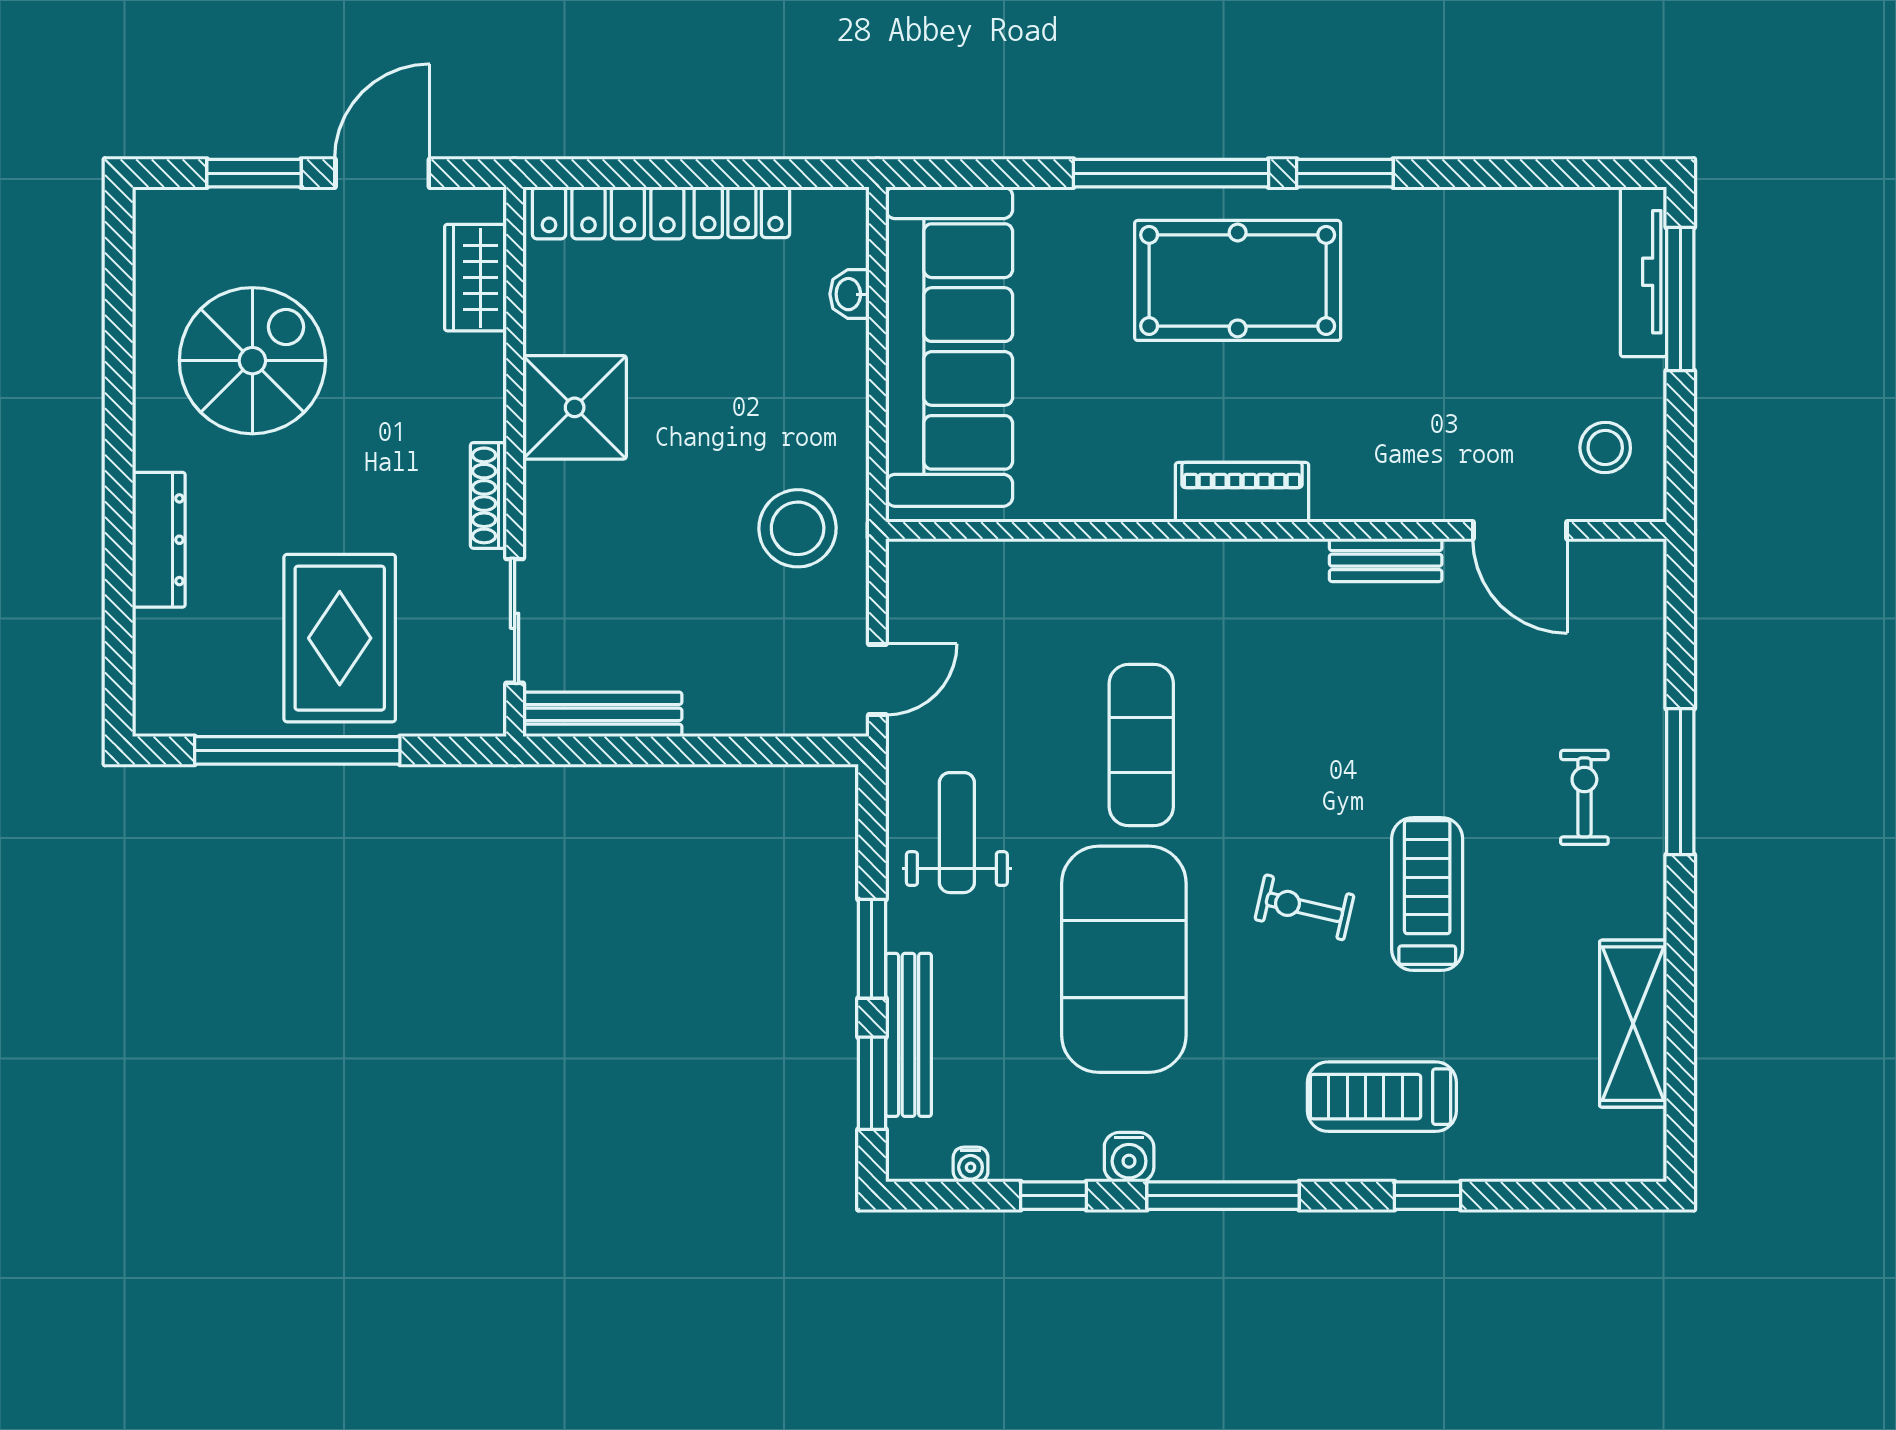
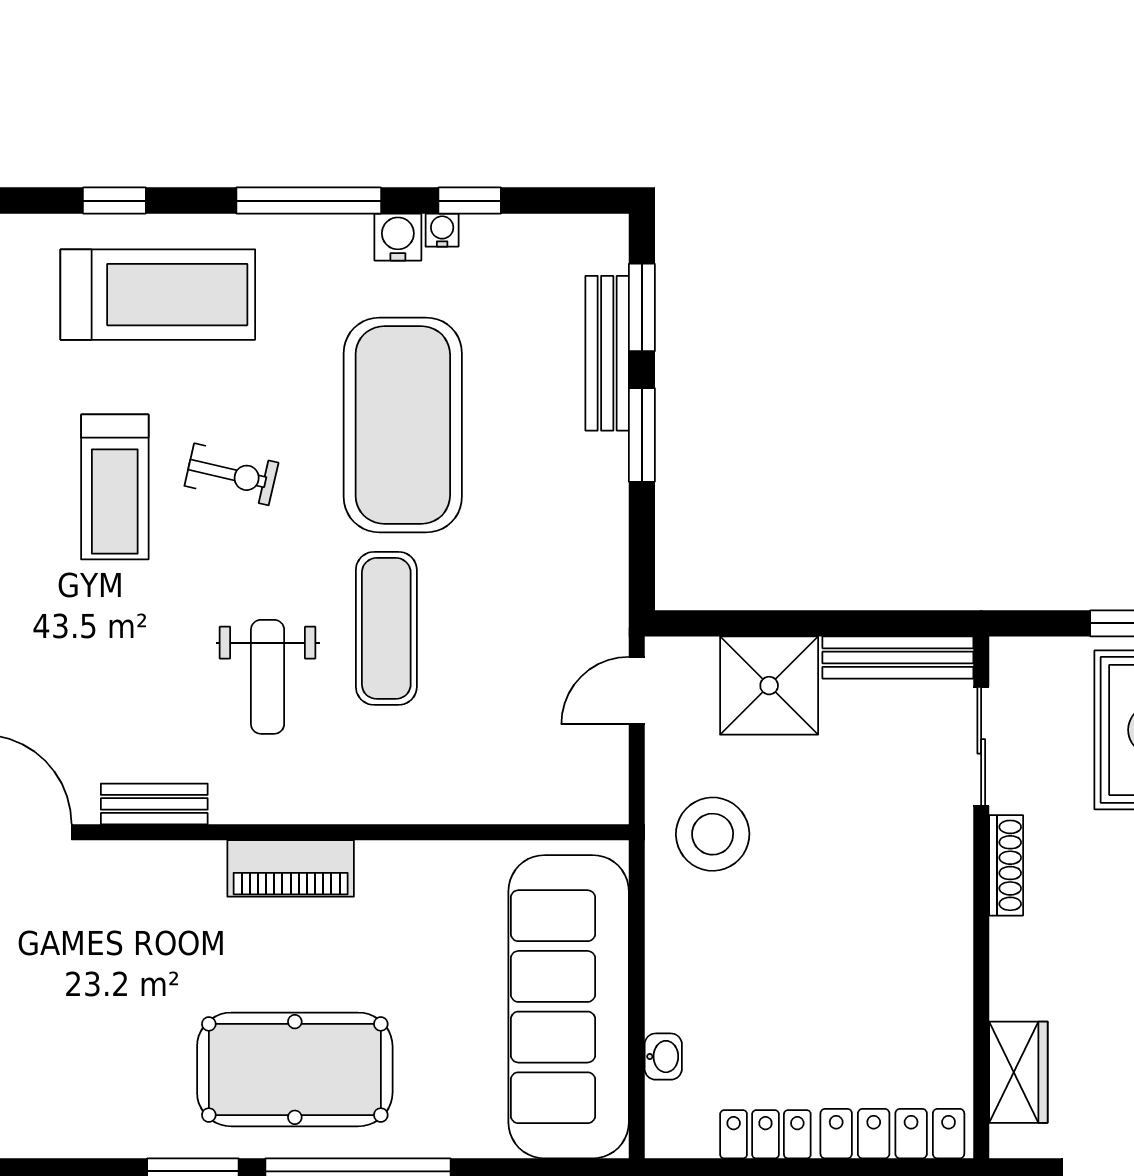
shower: (575, 407) -> (769, 686), moved
weight bench: (957, 833) -> (268, 677), moved
treadmill: (1382, 1097) -> (158, 295), width x1.37, depth x1.38
water cooler: (971, 1165) -> (442, 230), moved

